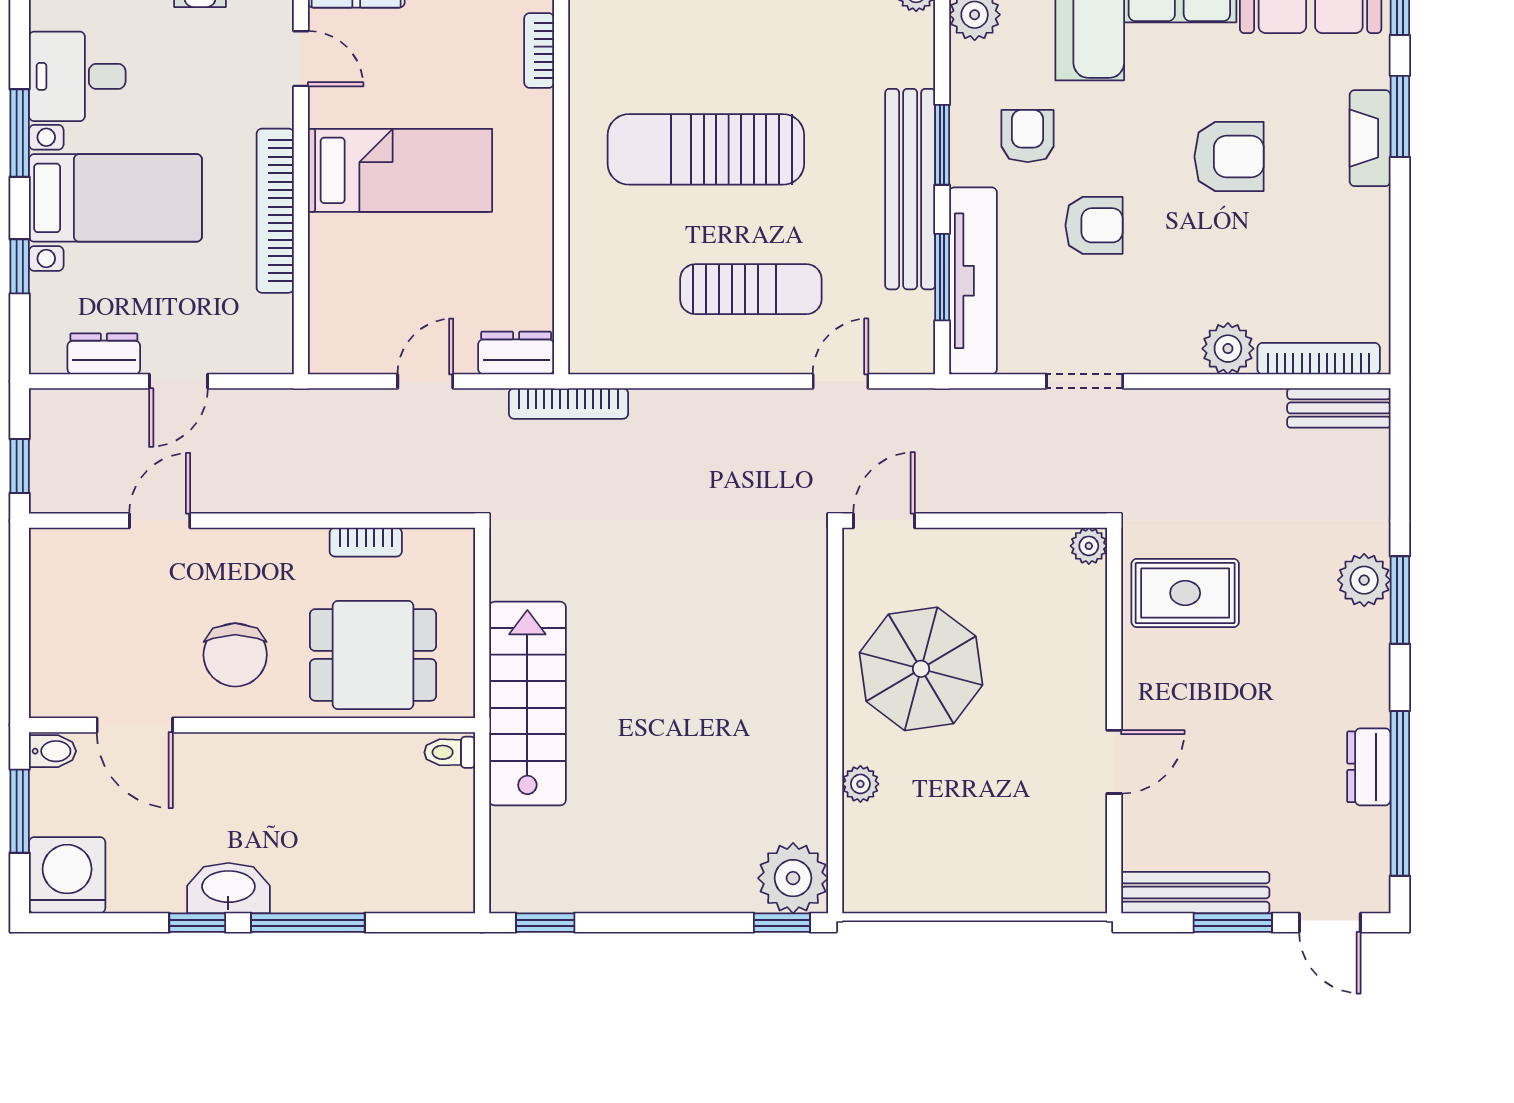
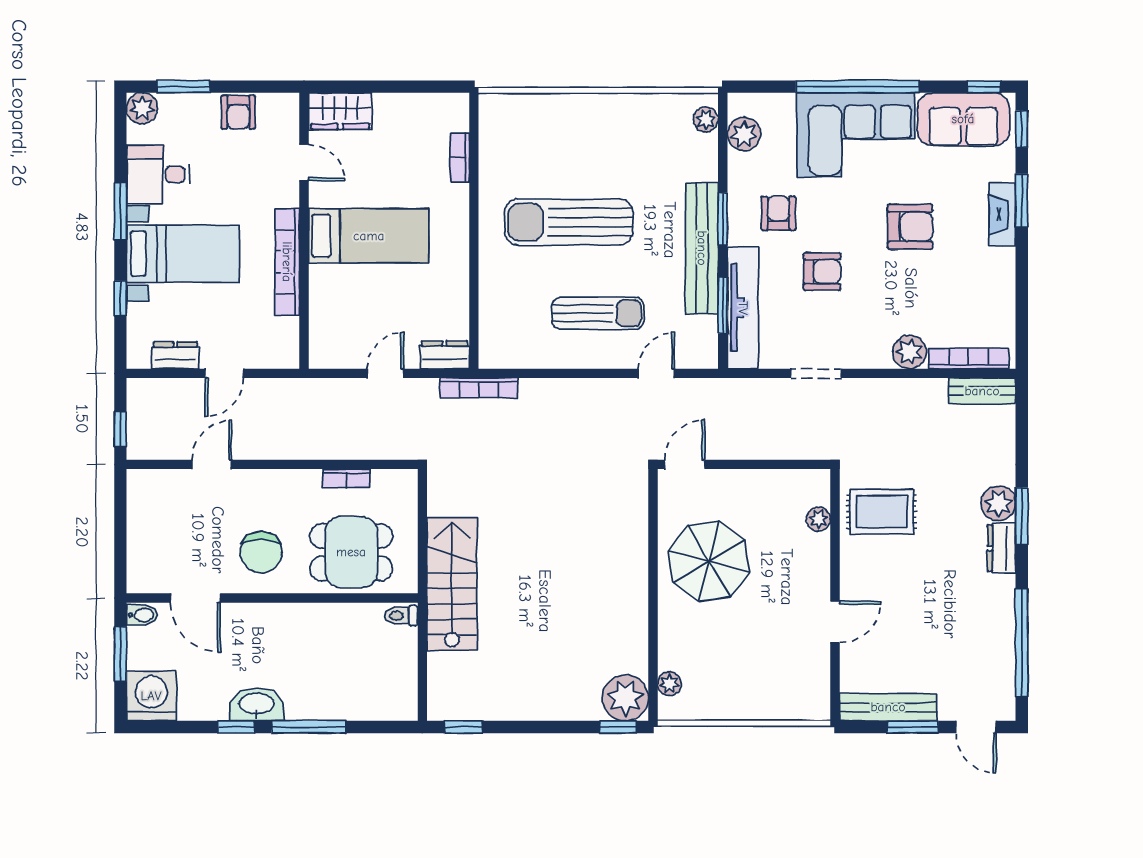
plant: (1089, 546) -> (819, 519), moved
dresser: (1369, 767) -> (1001, 548), moved
plant: (860, 784) -> (669, 684), moved

